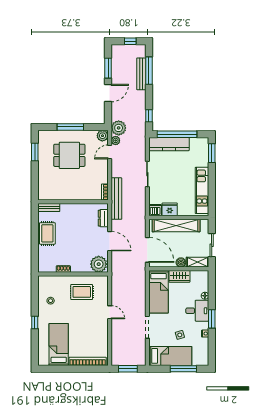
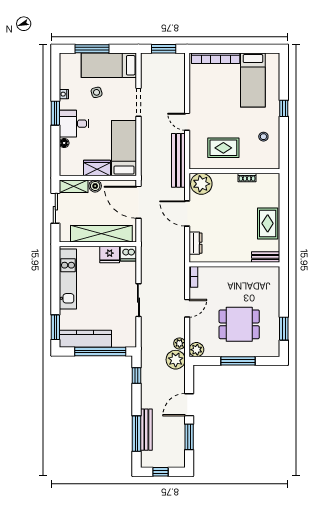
kitchen counter: (169, 144) -> (85, 339), moved
door: (110, 152) -> (187, 308), moved
bench: (116, 199) -> (178, 160), moved

